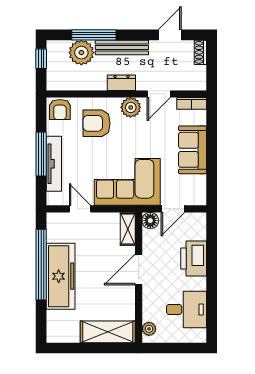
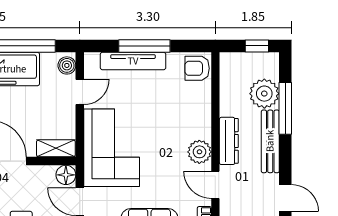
dresser: (121, 83) -> (229, 141), width x1.44
armchair: (97, 123) -> (181, 111), removed
boiler: (58, 220) -> (67, 65), added

